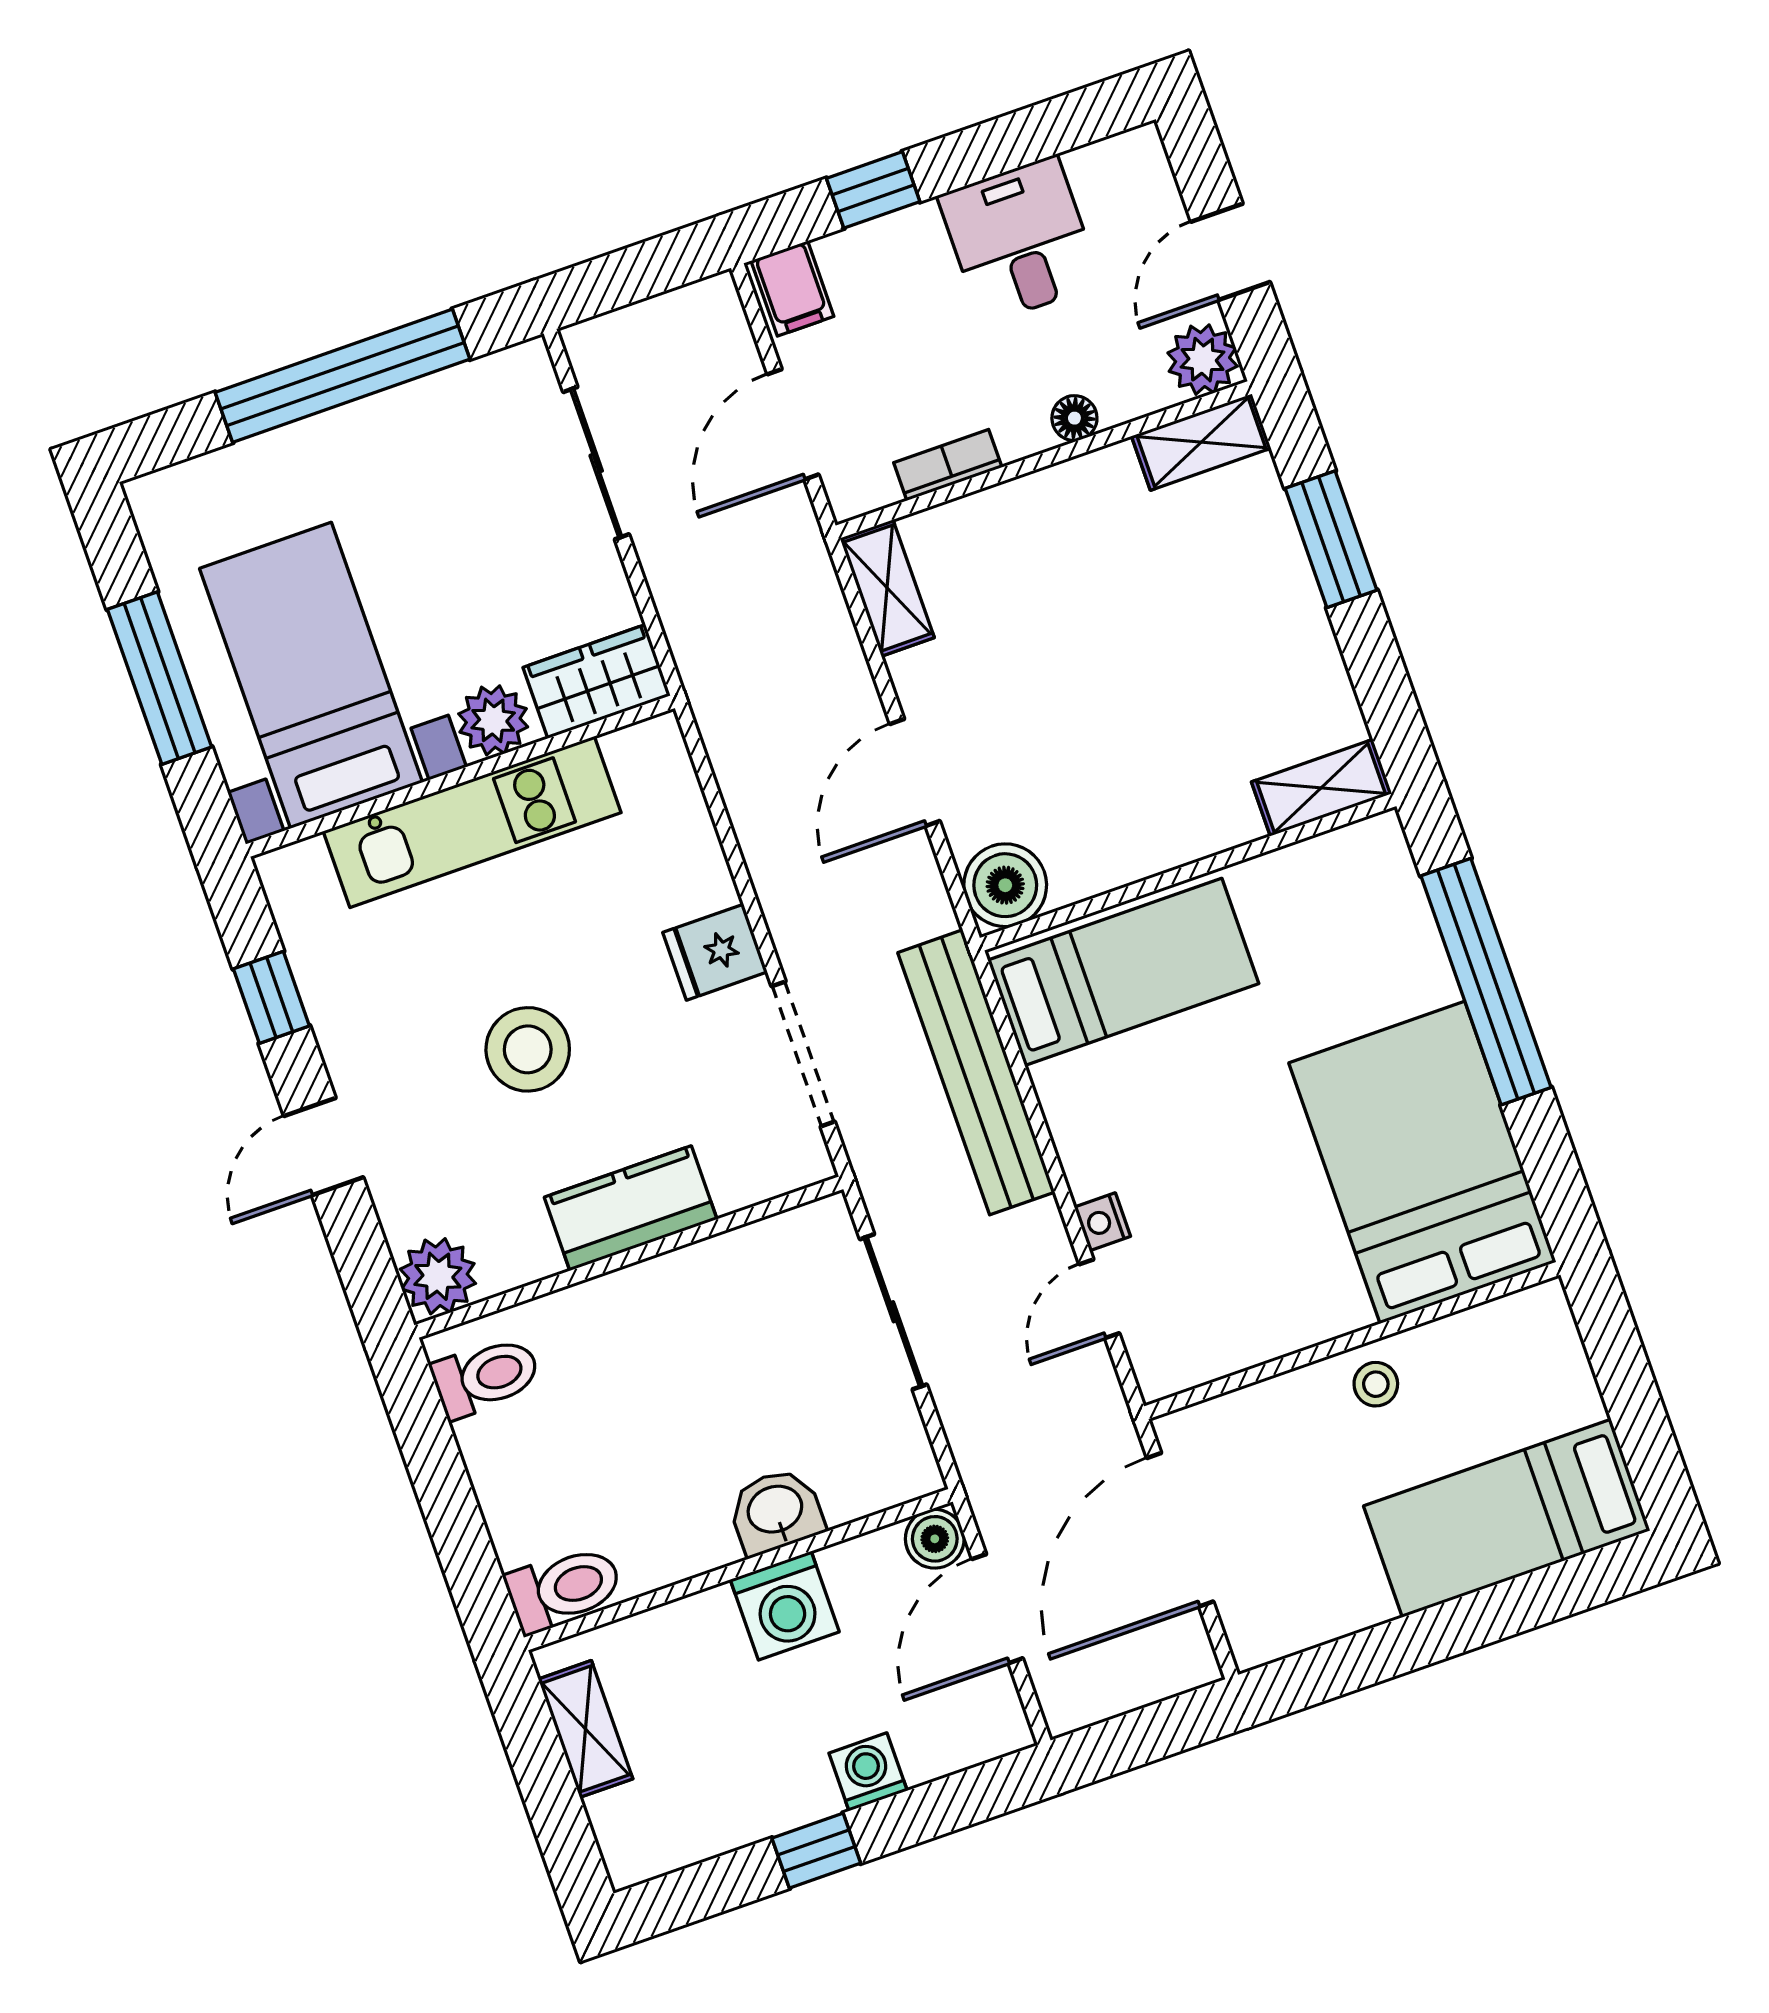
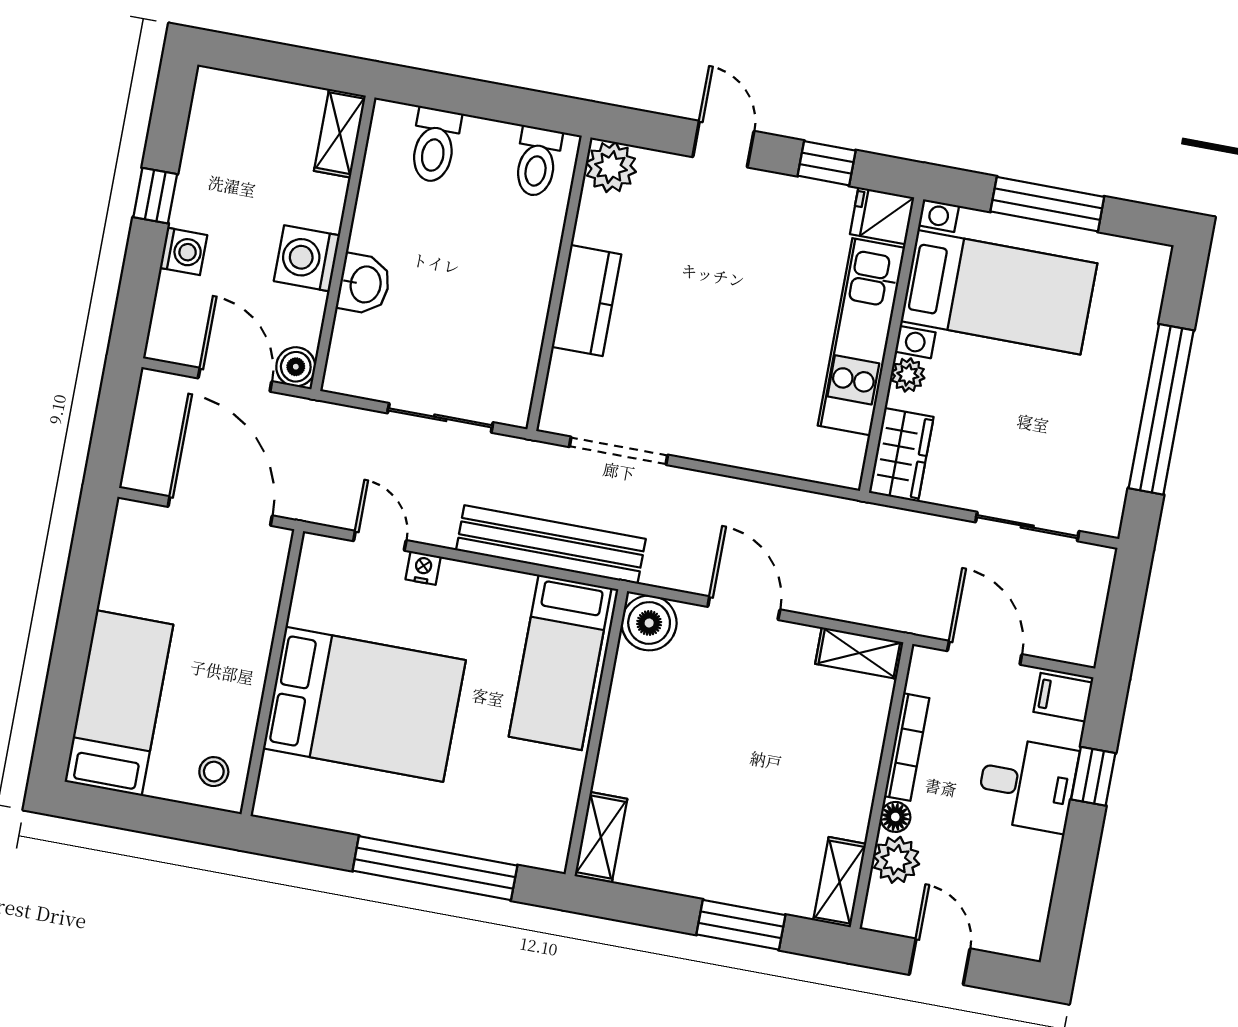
desk: (1020, 240) -> (1027, 784), moved
plant: (1203, 360) -> (896, 860), moved
bookcase: (948, 465) -> (907, 747), width x1.56
plant: (493, 720) -> (908, 375), width x0.73, depth x0.73
fridge: (715, 952) -> (882, 216), moved, turned -90
stool: (528, 1049) -> (712, 294), removed
bed: (1422, 1162) -> (364, 704), moved
stool: (1376, 1384) -> (214, 772), moved
toilet: (564, 1589) -> (435, 145), moved
shelving: (586, 1729) -> (340, 133), moved, turned 90

